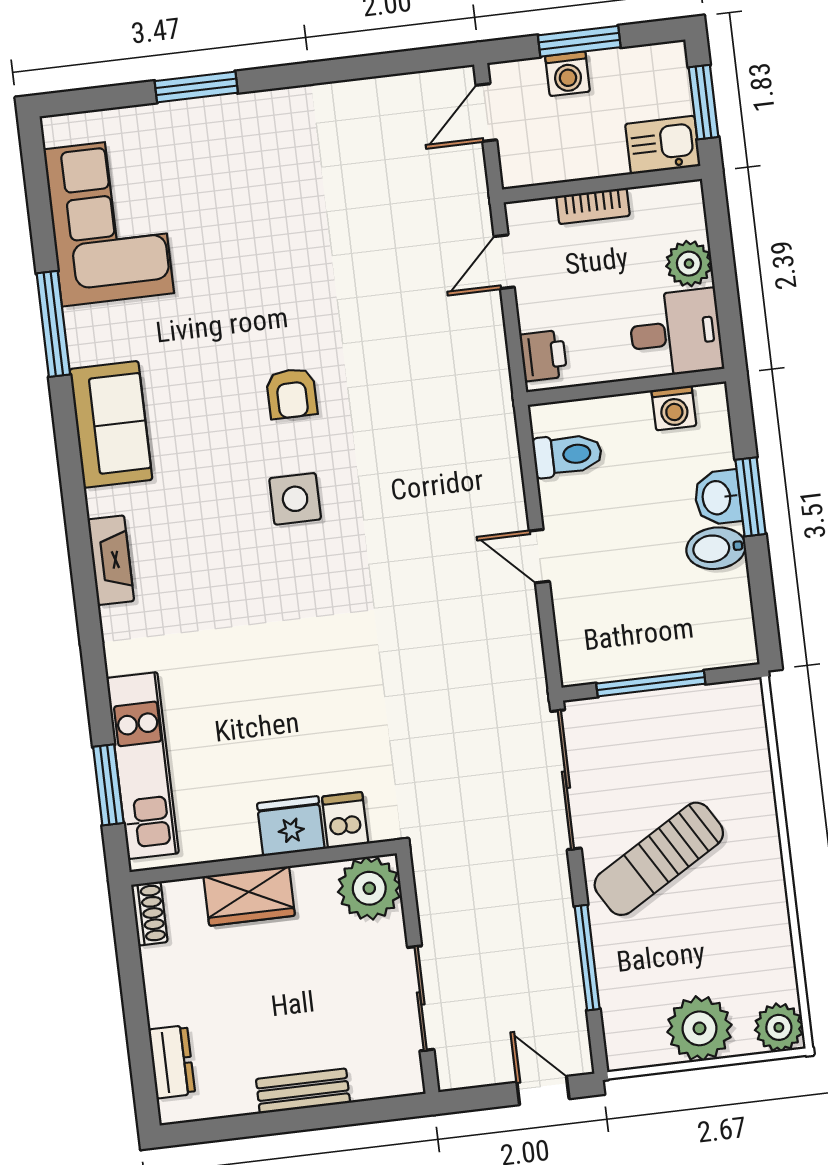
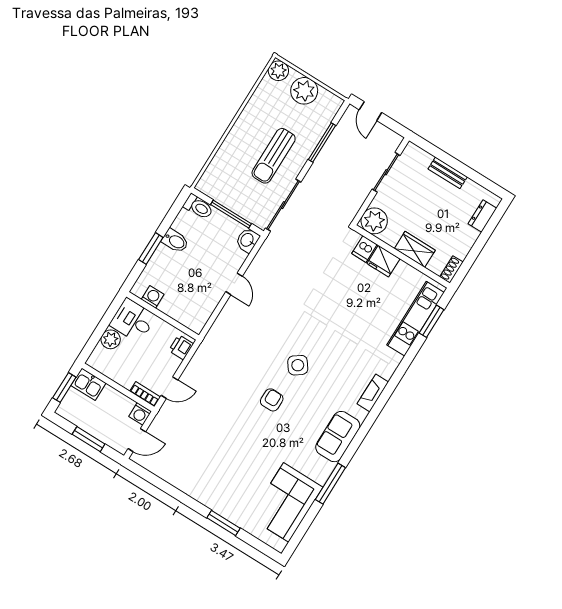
washing machine: (568, 74) -> (140, 414), moved, turned 180
bookcase: (593, 206) -> (145, 394), moved
toilet: (567, 455) -> (198, 207), moved, turned 180
washbasin: (718, 498) -> (247, 240), moved, turned 180
side table: (295, 499) -> (298, 365), turned -36
sun lounger: (659, 859) -> (274, 156), turned 121

